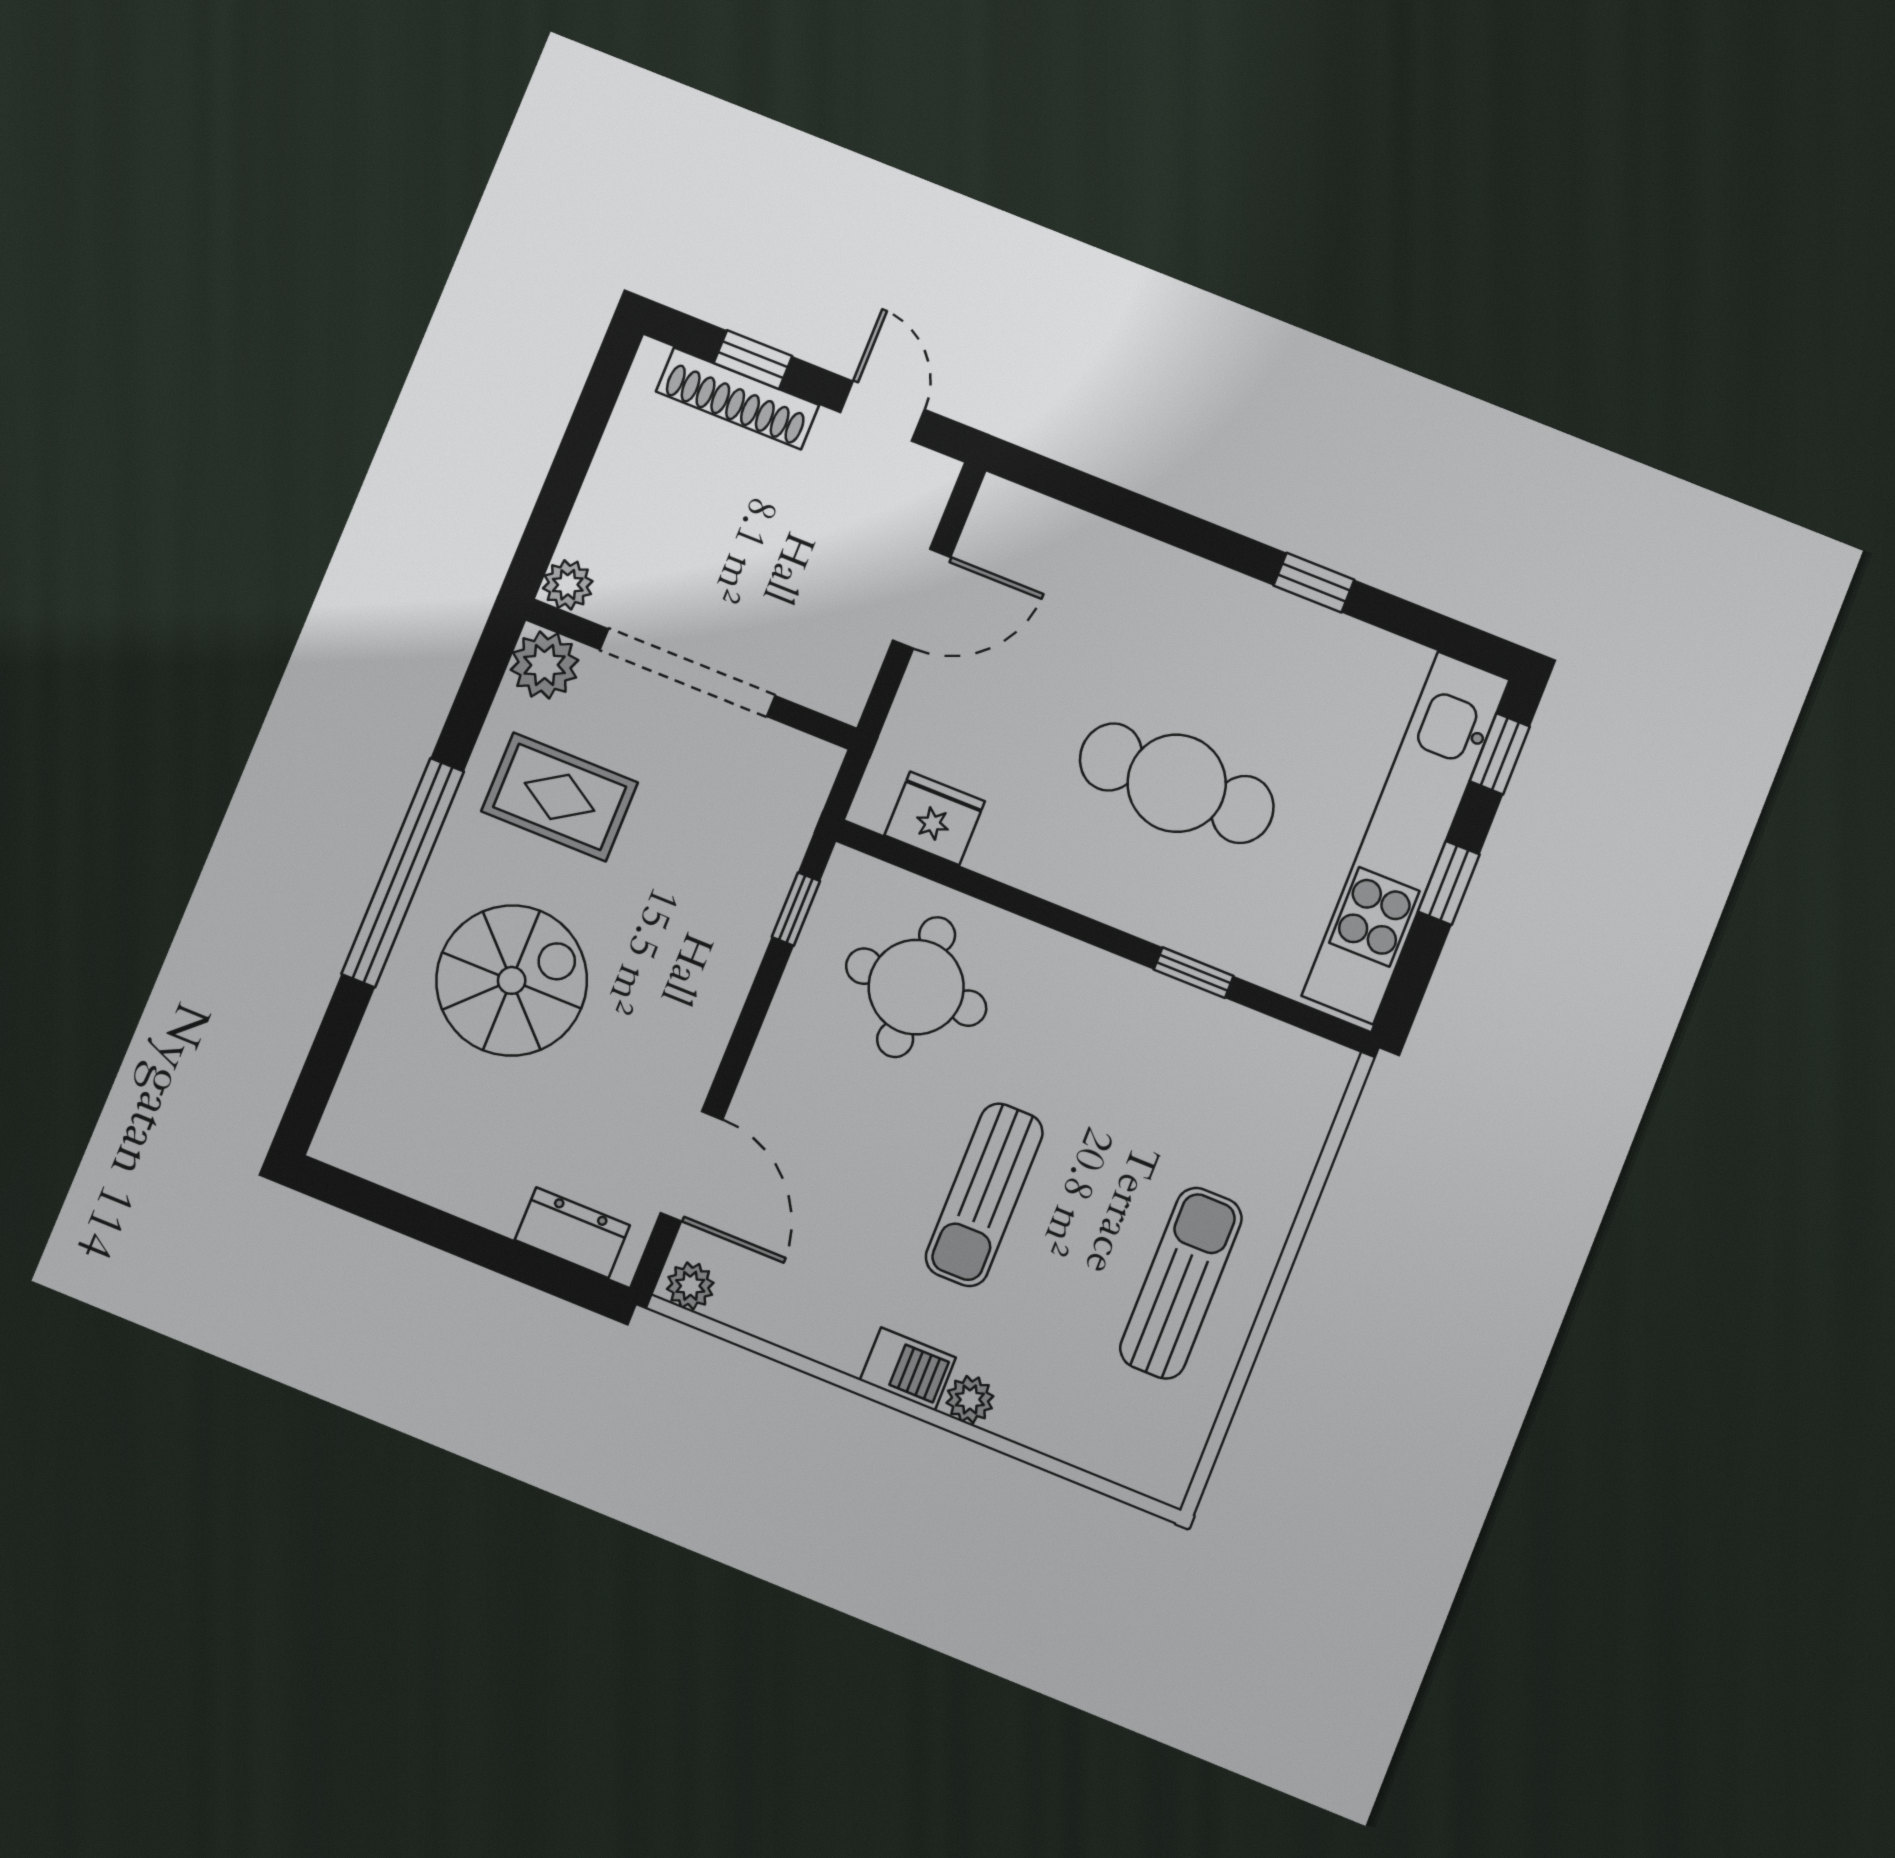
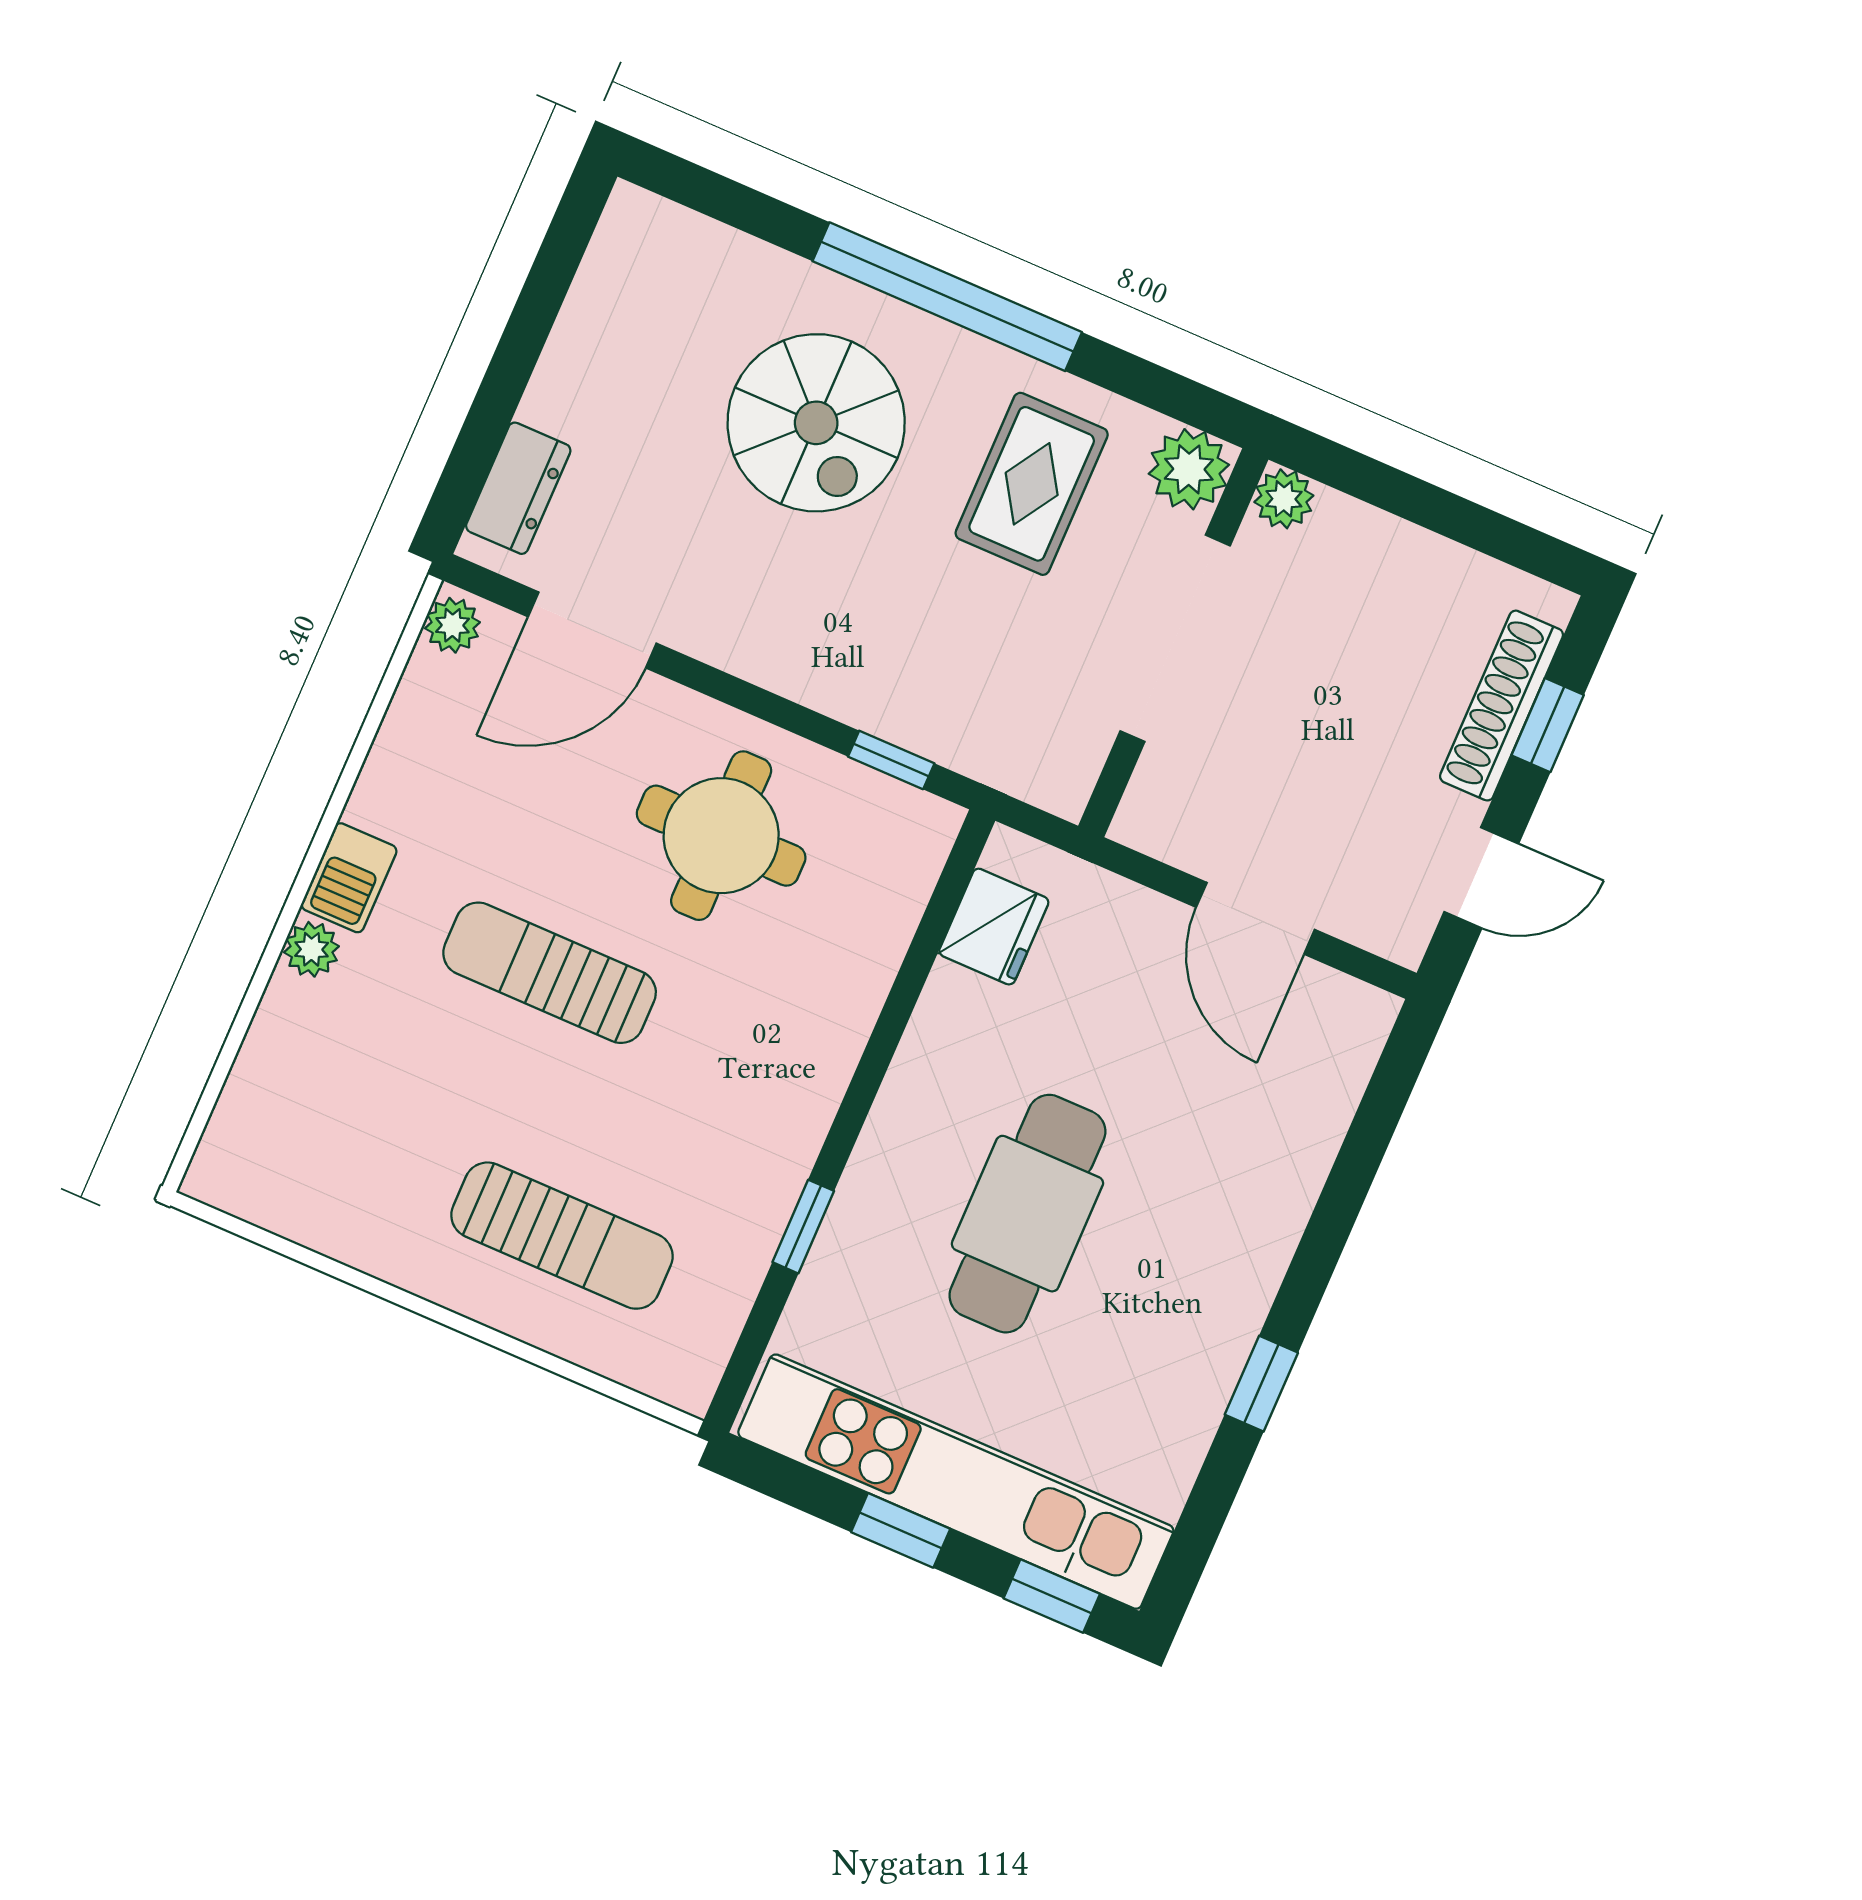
round table: (916, 987) -> (721, 836), moved
sun lounger: (1181, 1283) -> (562, 1236), moved

